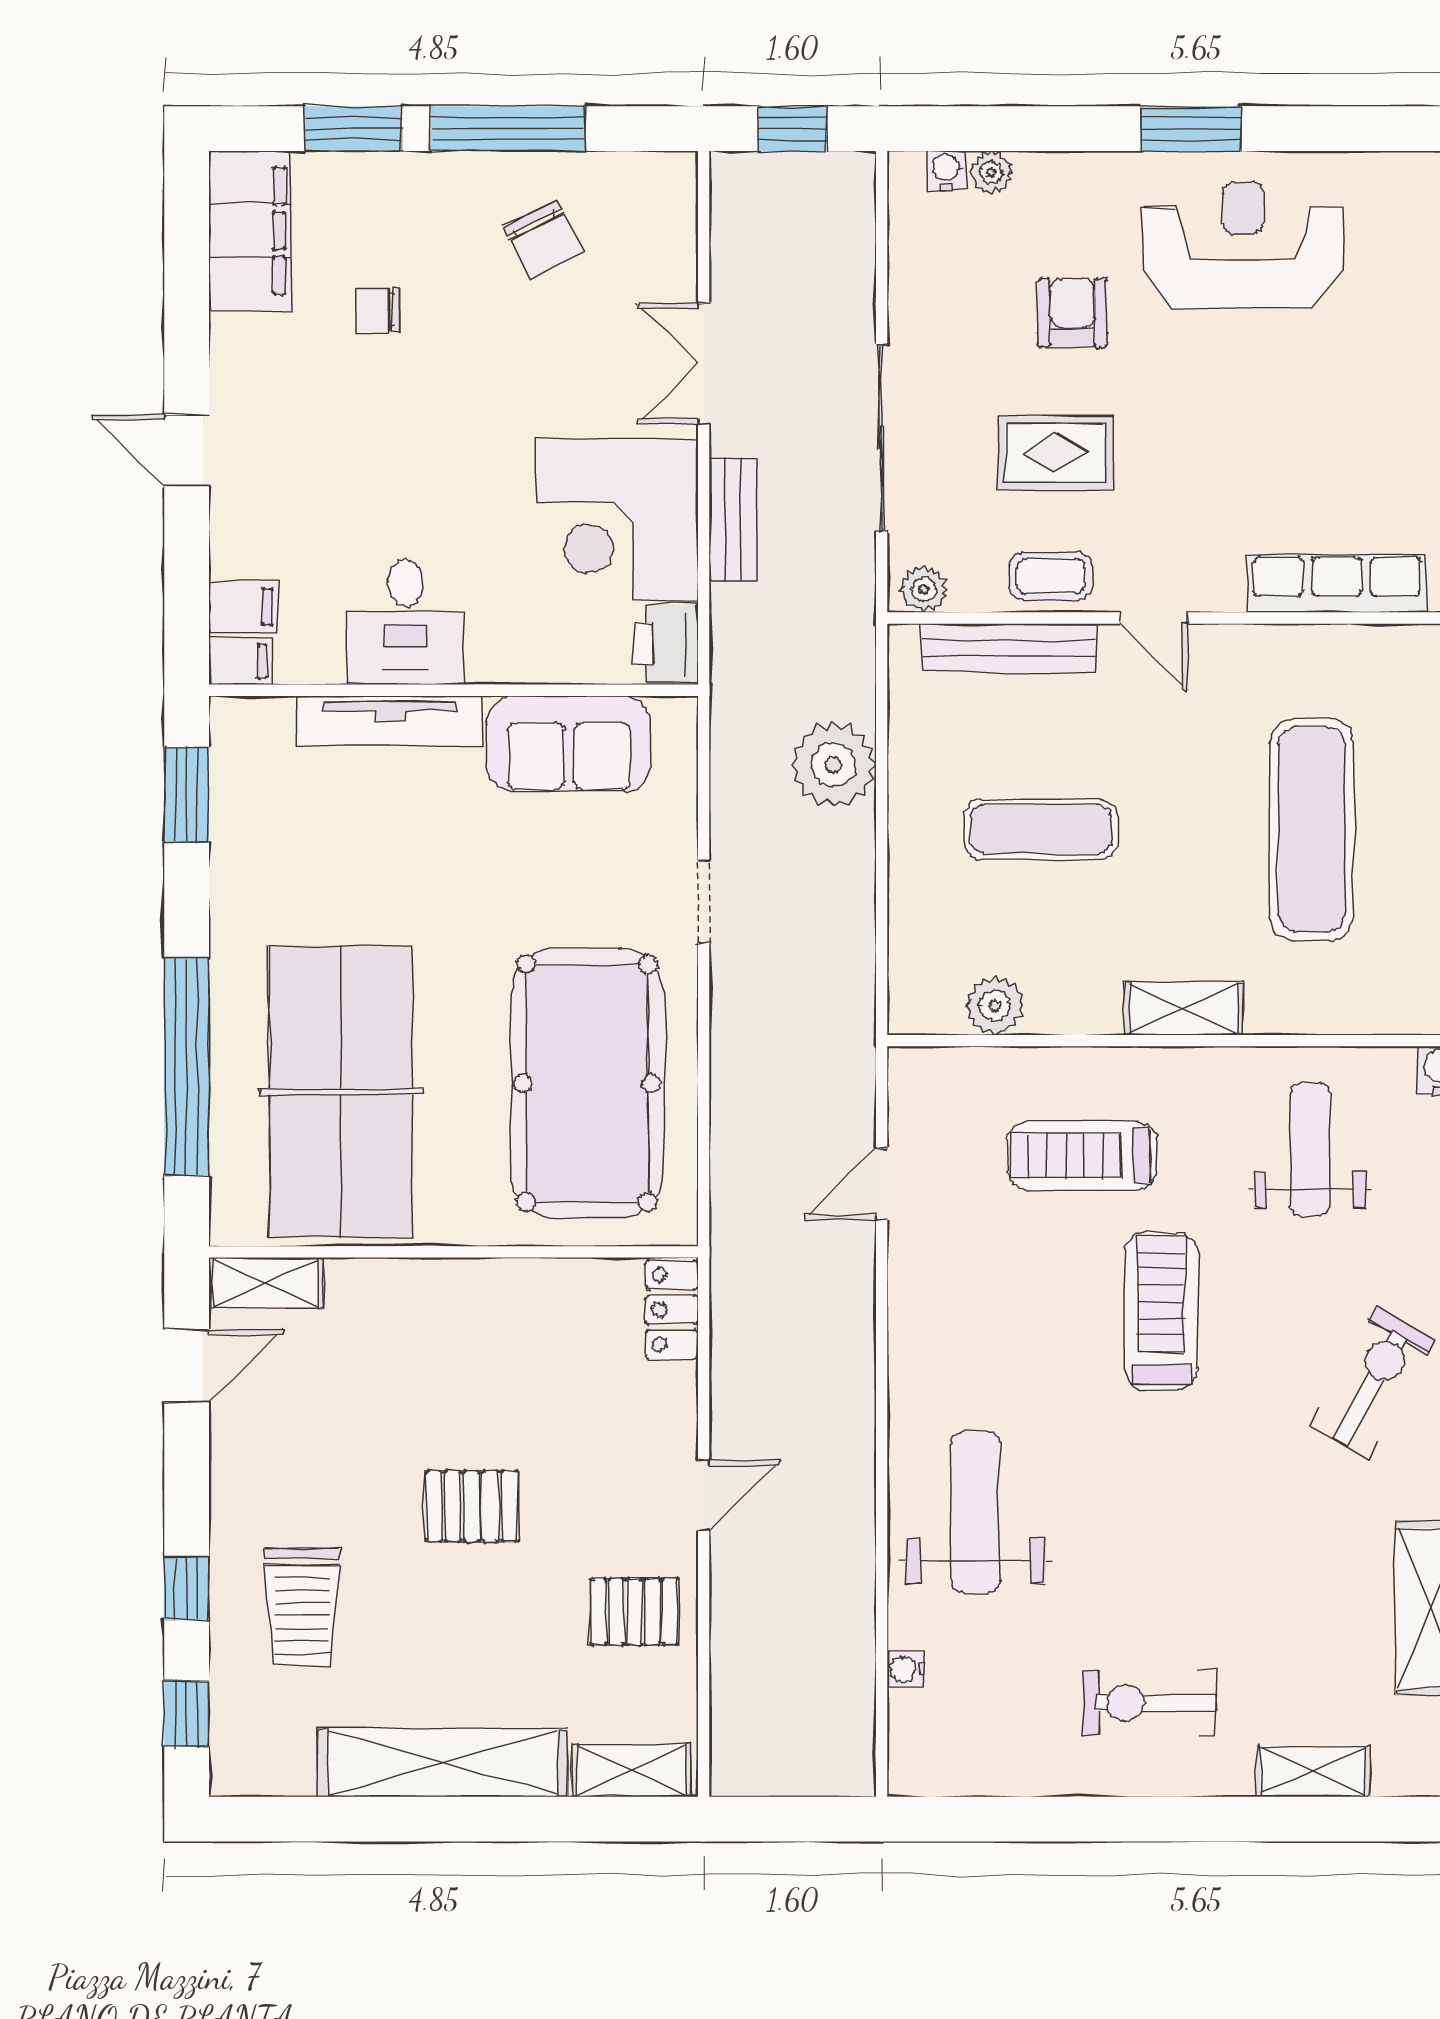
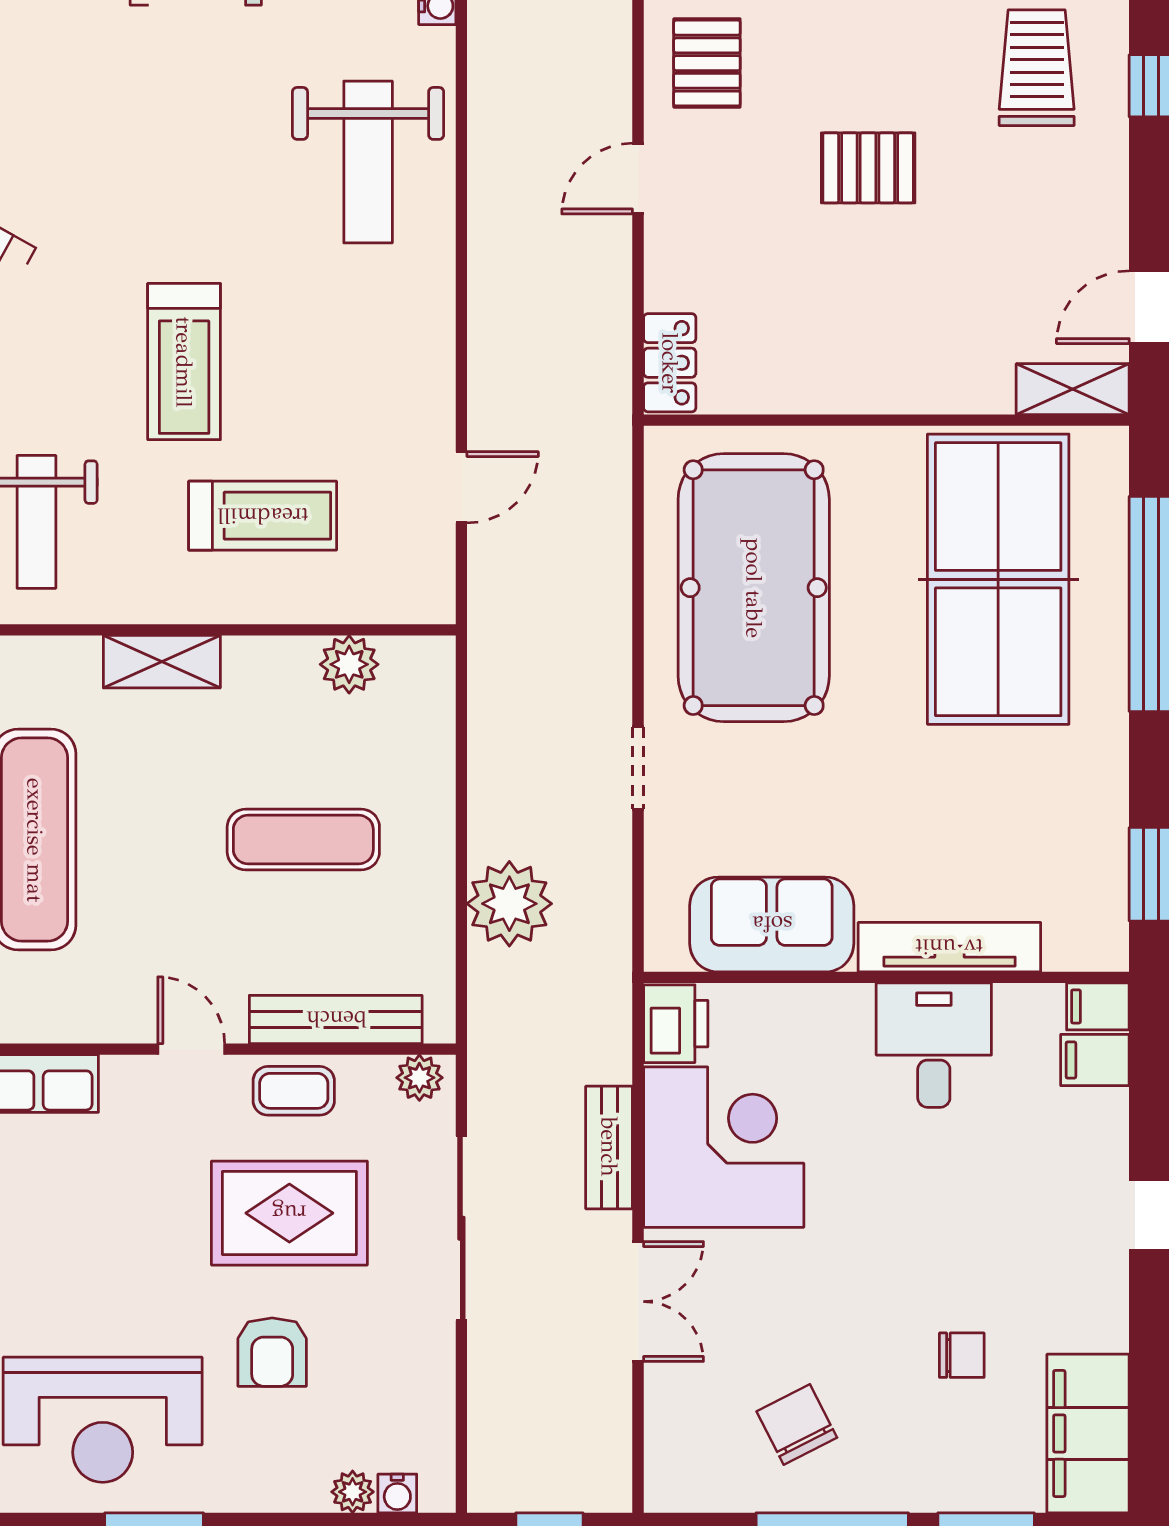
rug: (1055, 453) -> (289, 1213), width x1.36, depth x1.43
pallet: (634, 1612) -> (707, 63), turned 90

